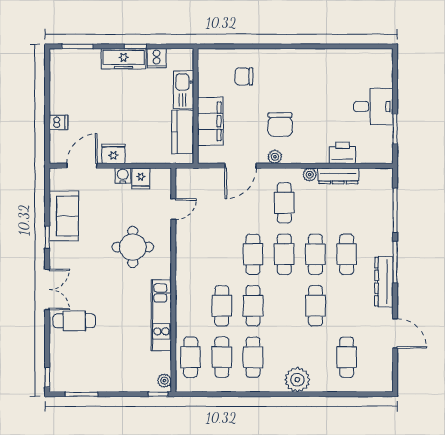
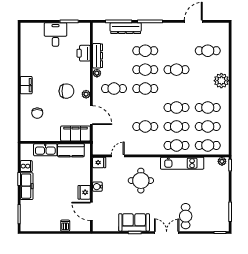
filing cabinet: (290, 58) -> (26, 85), added
filing cabinet: (210, 121) -> (75, 134), moved
fridge: (141, 178) -> (99, 162), moved
door: (173, 209) -> (118, 156), hinge flipped
sofa: (64, 216) -> (134, 222), moved
cafe table: (253, 254) -> (145, 126), moved
dresser: (384, 282) -> (126, 28), moved
cafe table: (191, 306) -> (176, 145), added

